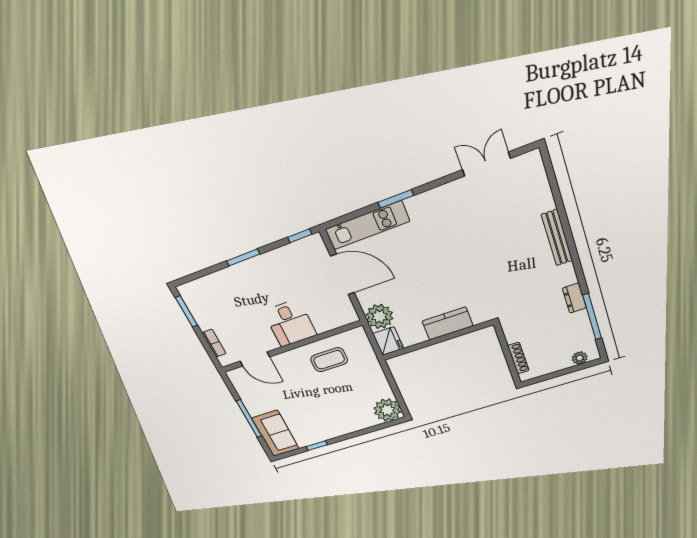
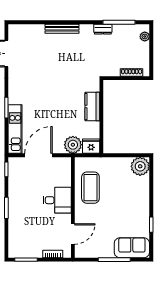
coffee table: (329, 360) -> (90, 188), width x1.36, depth x1.32

